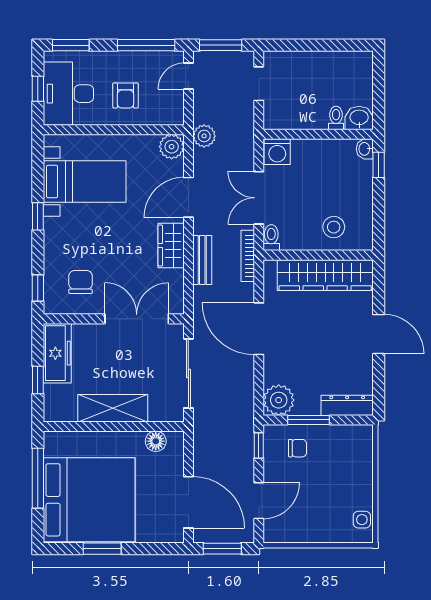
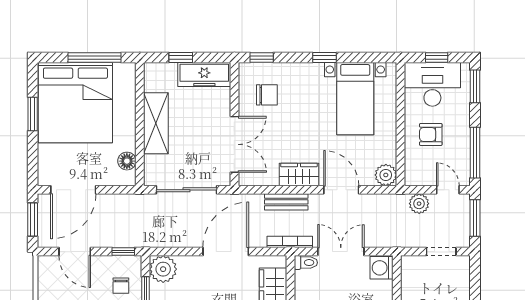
plant: (204, 136) -> (419, 204), moved

